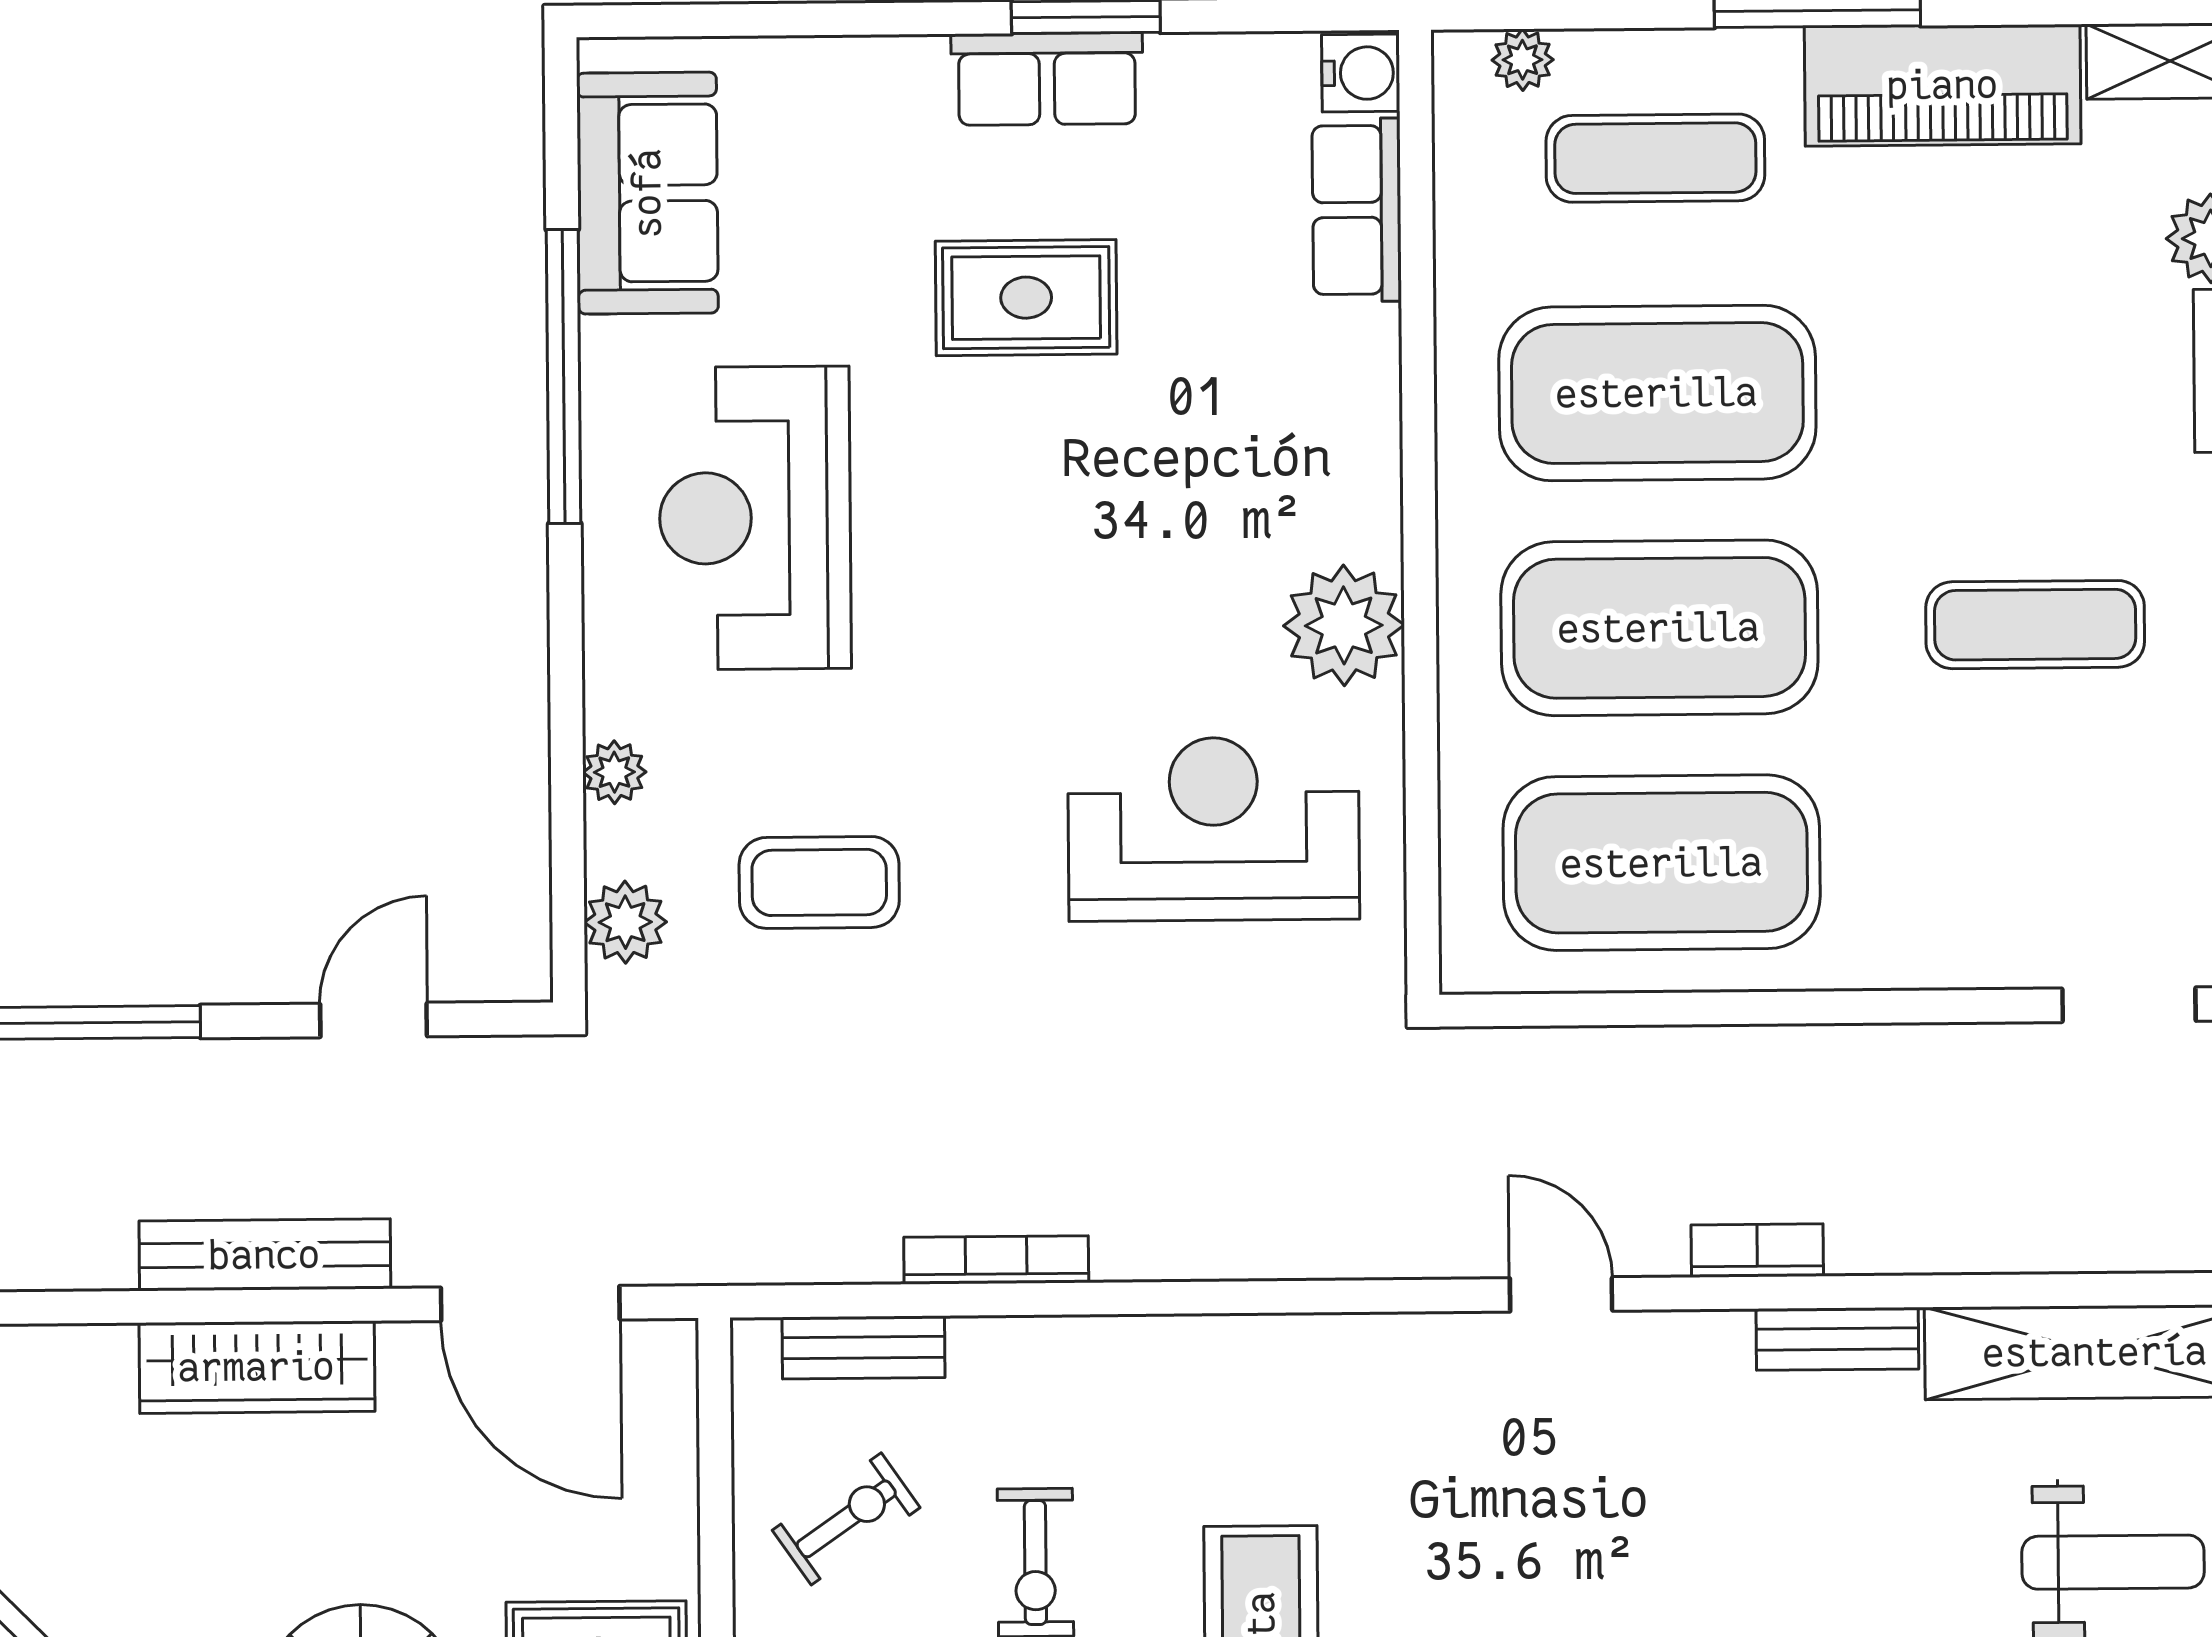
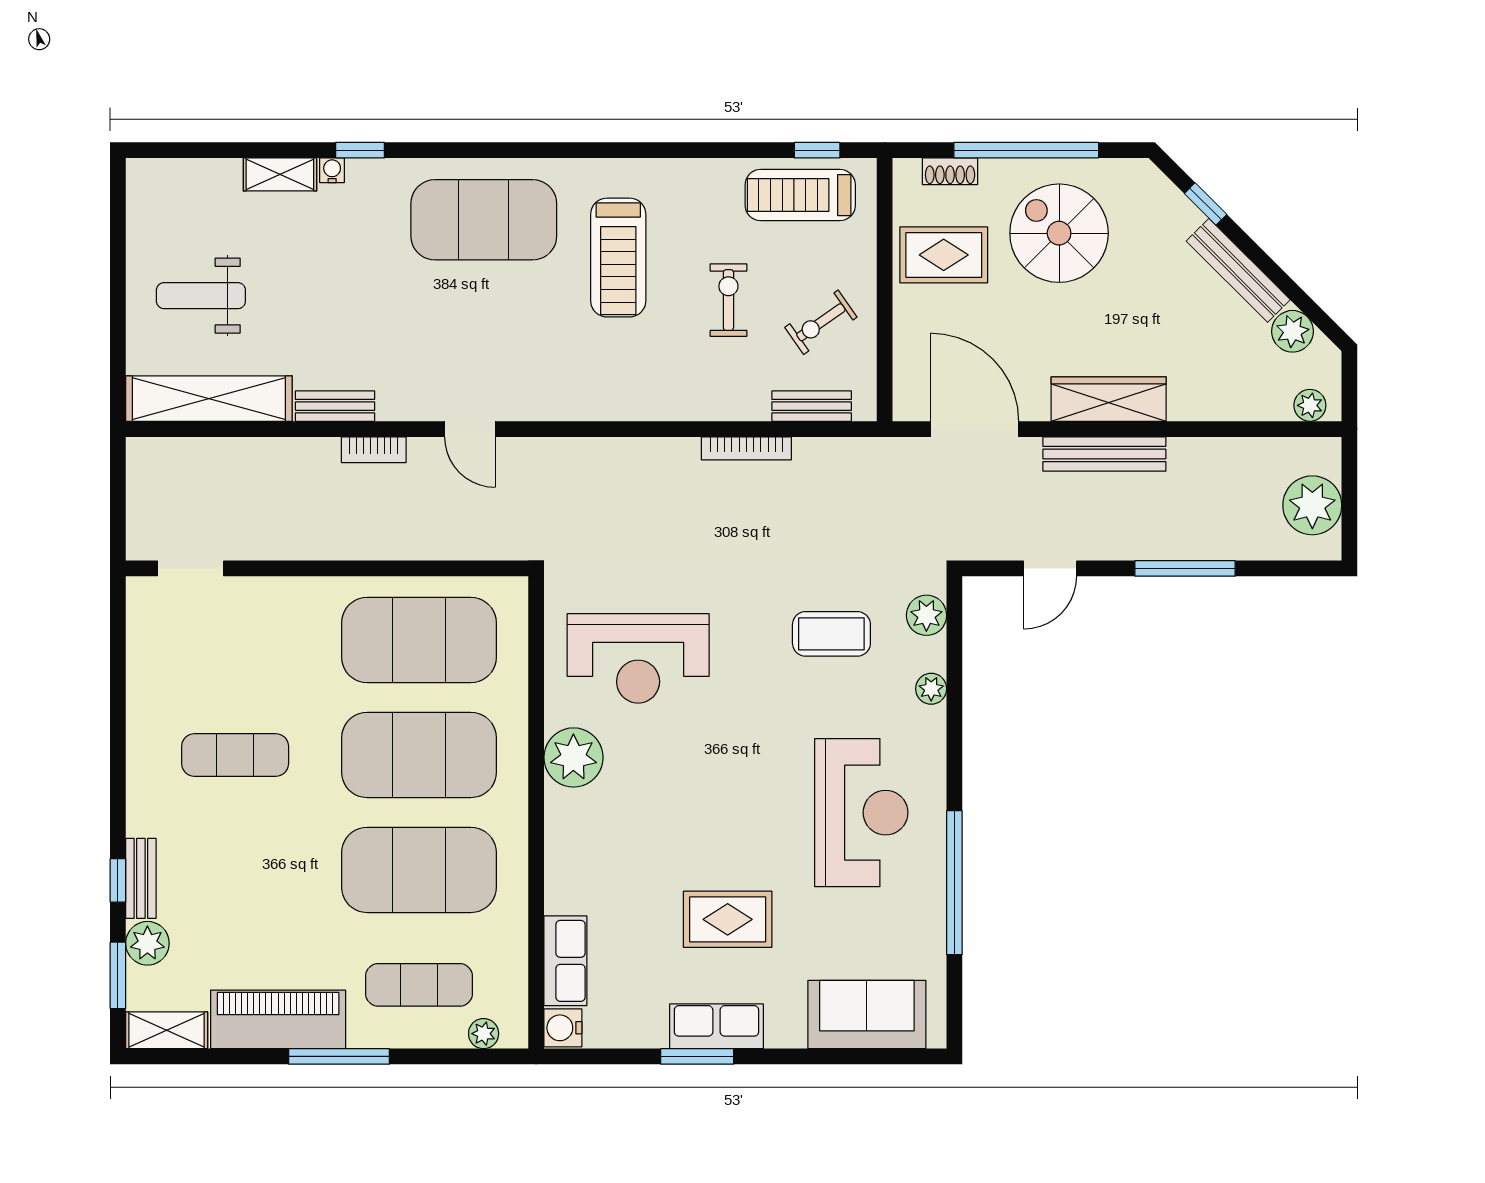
sofa: (647, 193) -> (867, 1015), moved, turned 90

